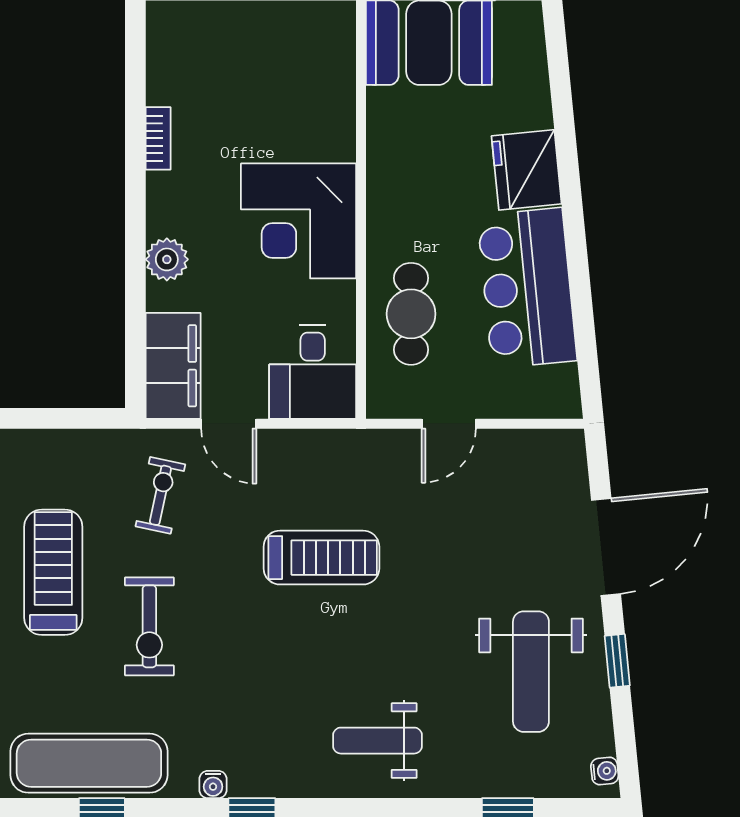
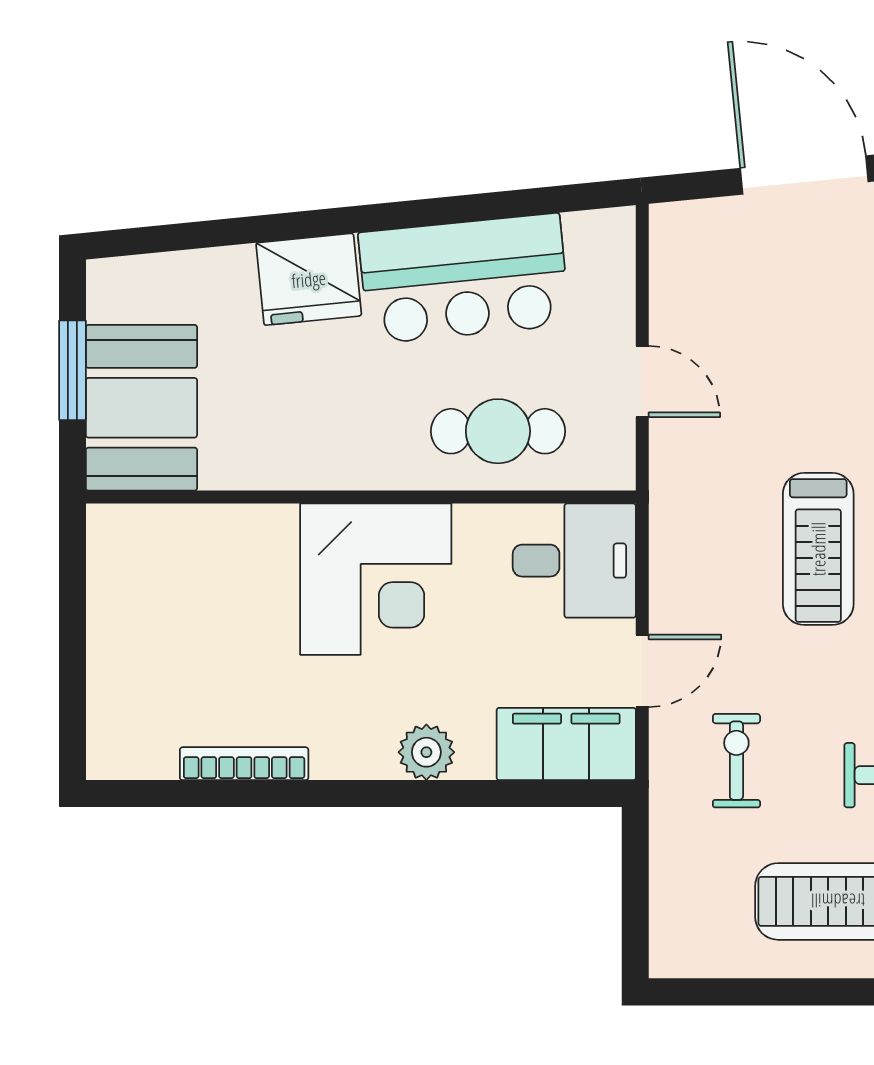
bookcase: (158, 138) -> (244, 764), width x1.56
exercise bike: (160, 495) -> (736, 761), turned 78
treadmill: (321, 558) -> (818, 549), turned 180

